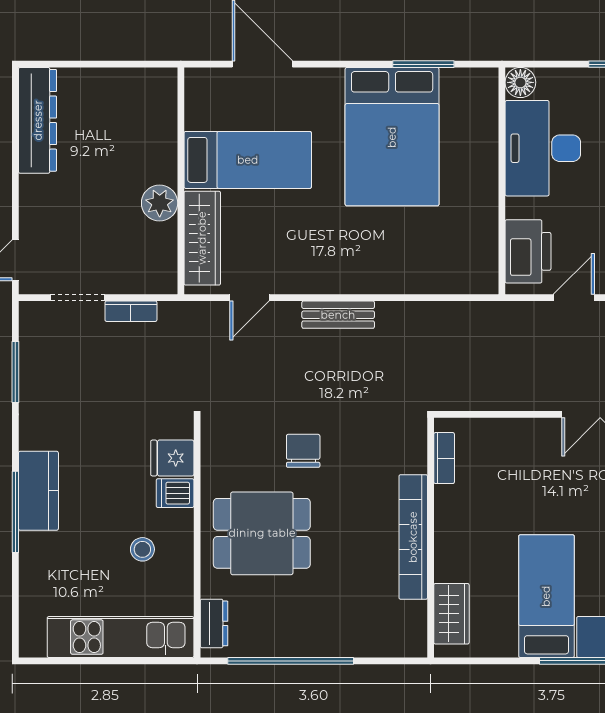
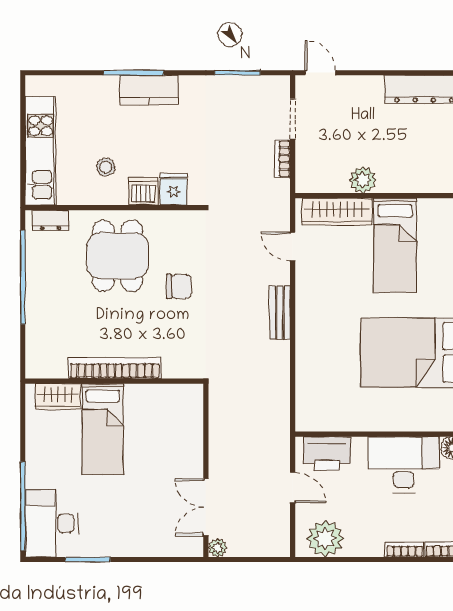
bookcase: (444, 458) -> (173, 391), removed
dishwasher: (175, 493) -> (143, 191), width x1.38
bed: (546, 596) -> (103, 429), moved, turned 90

